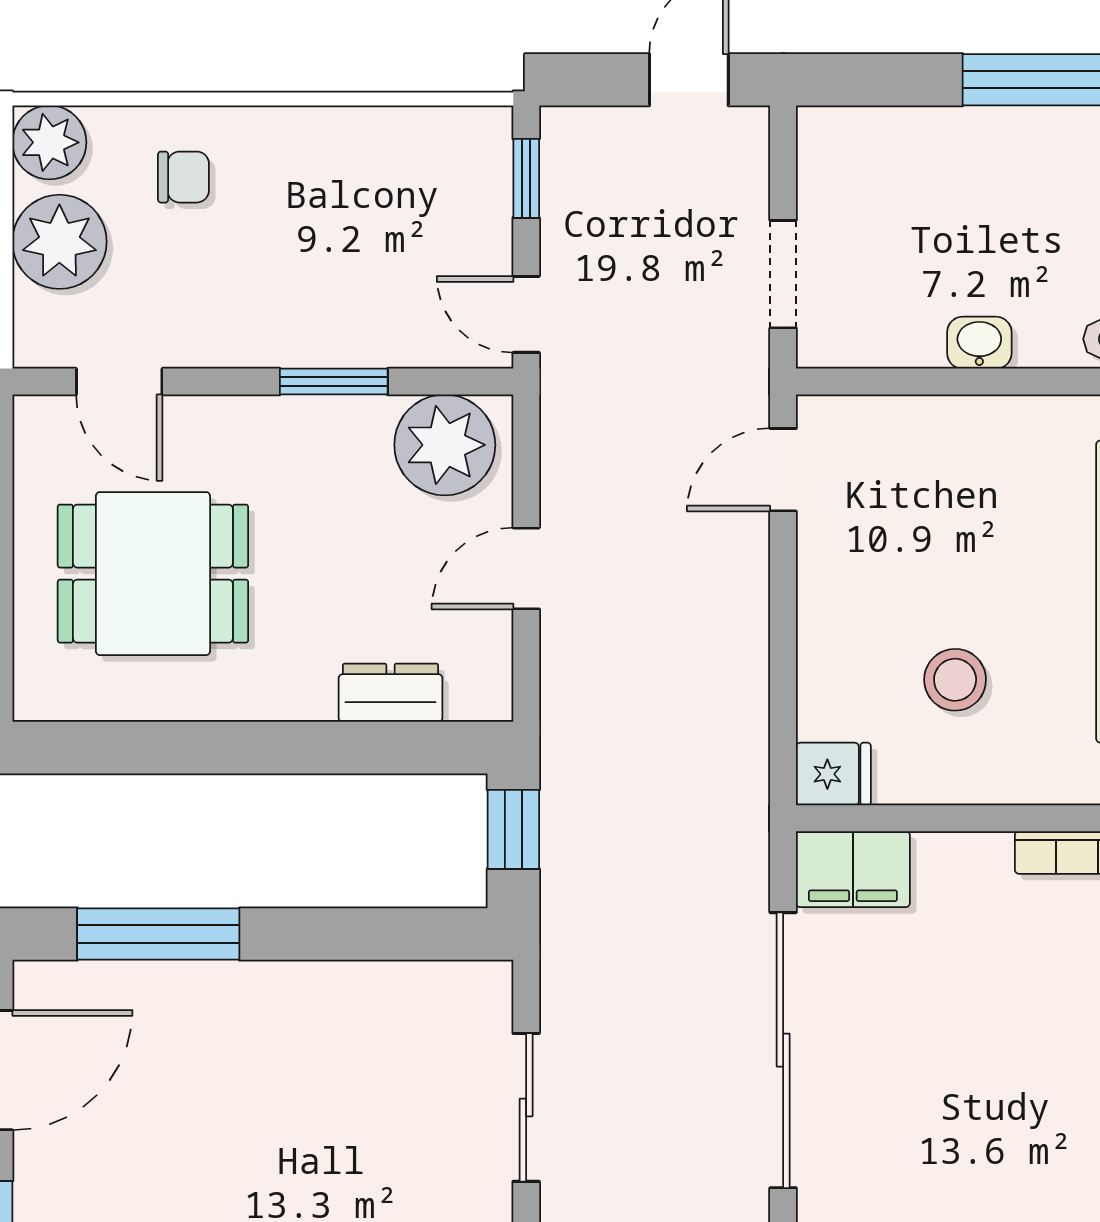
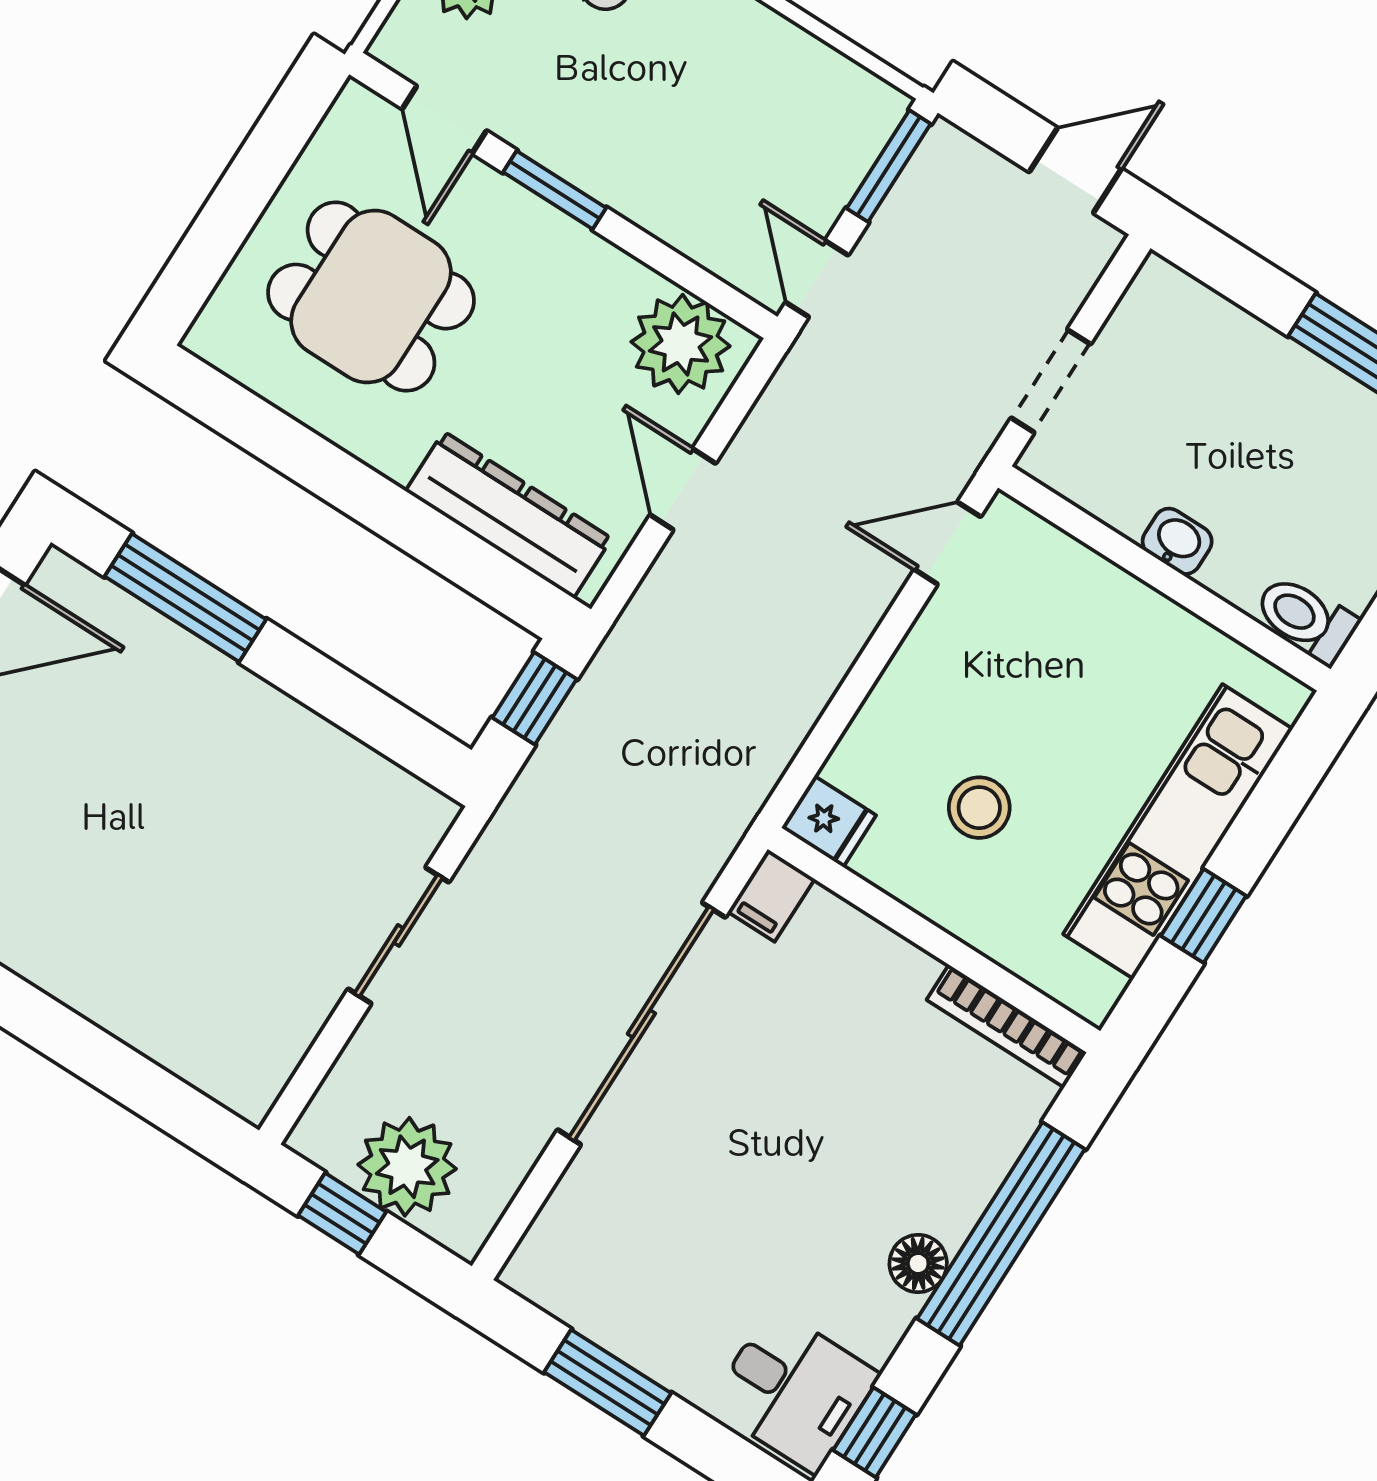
window: (526, 178) -> (889, 166), width x1.50
window: (334, 382) -> (555, 190), moved
door: (526, 568) -> (683, 489), hinge flipped
dresser: (390, 693) -> (509, 515), width x1.96, depth x1.24
filing cabinet: (853, 869) -> (771, 896), width x0.50

